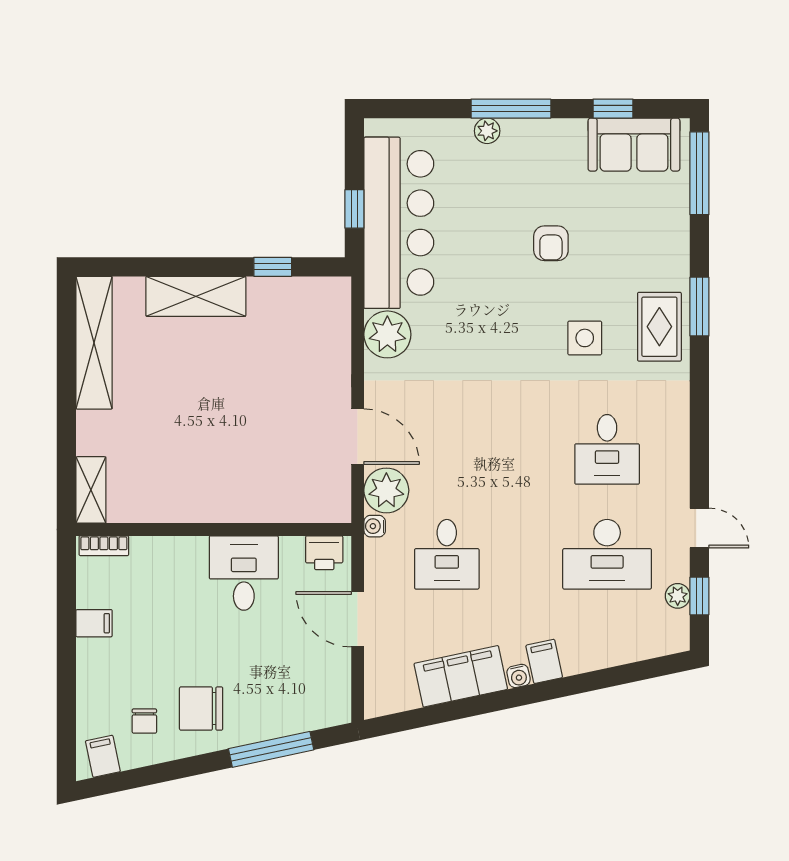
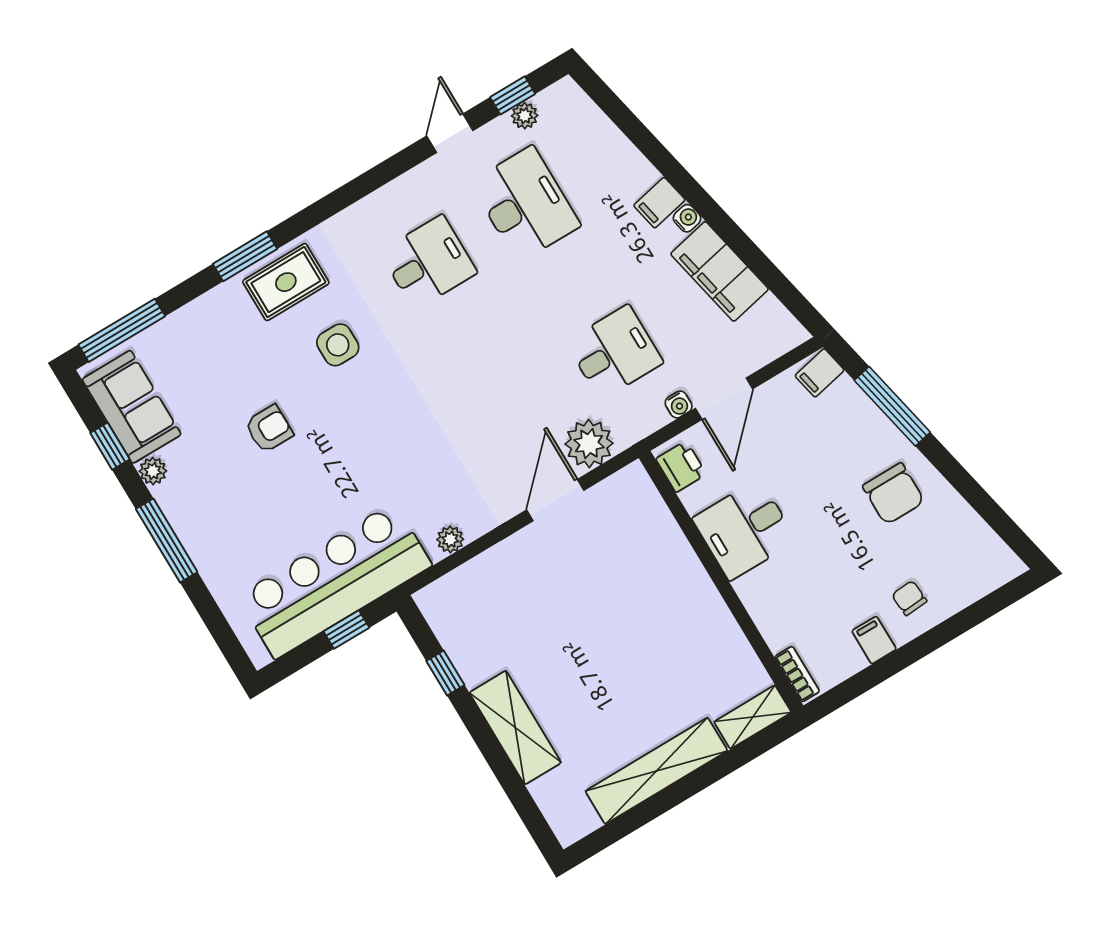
plant: (487, 131) -> (153, 471), moved
plant: (387, 334) -> (450, 539), width x0.53, depth x0.53
shelving: (94, 343) -> (656, 771), moved
water cooler: (375, 526) -> (679, 404), moved
chair: (144, 721) -> (909, 598), moved, turned -94
filing cabinet: (103, 756) -> (820, 373), moved

